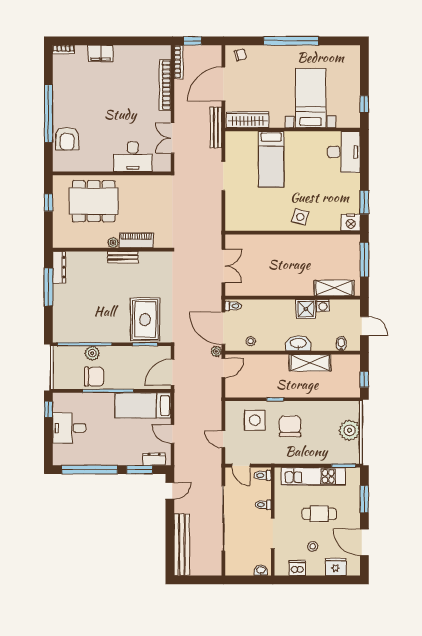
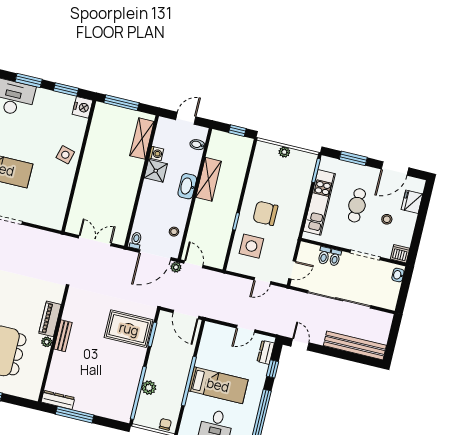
window: (364, 164) -> (29, 81), added
chair: (94, 377) -> (165, 424), moved, width x0.54, depth x0.54
bed: (143, 406) -> (218, 385), moved, turned -90
plant: (350, 430) -> (284, 152), width x0.53, depth x0.53
window: (140, 470) -> (272, 369), width x0.67
toilet: (263, 475) -> (324, 255), moved
dishwasher: (297, 568) -> (400, 254), moved, turned 90

